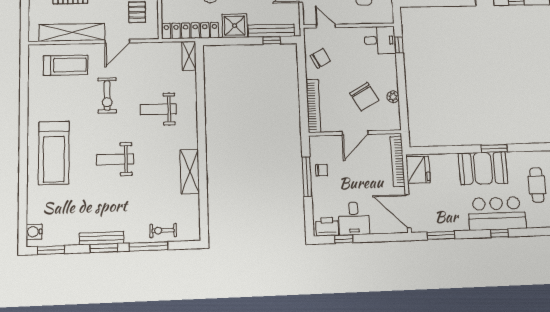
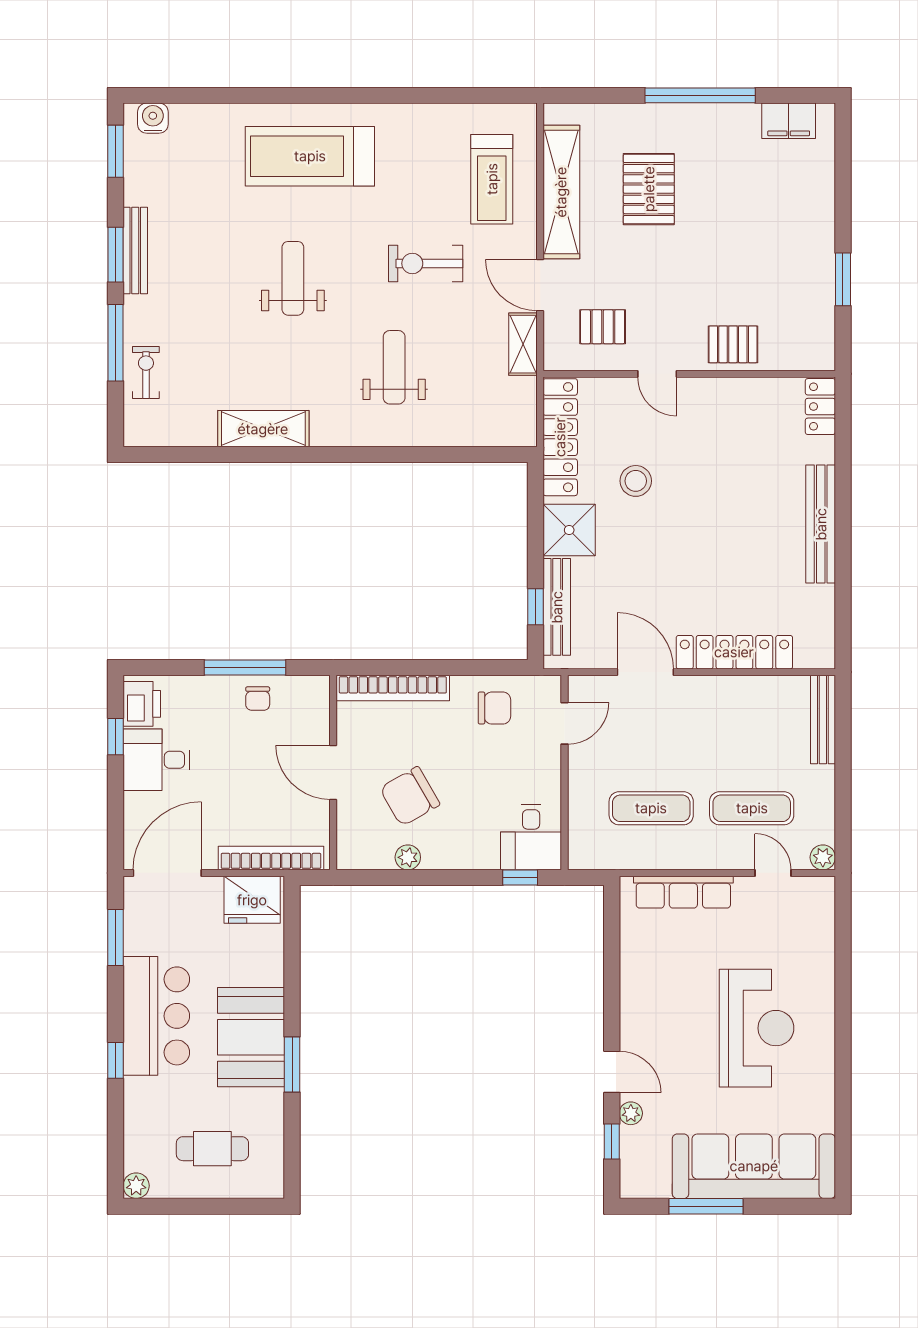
shelving: (189, 56) -> (523, 344), moved, turned 90
chair: (320, 58) -> (494, 708), turned -62
bar counter: (497, 213) -> (156, 1016), moved

